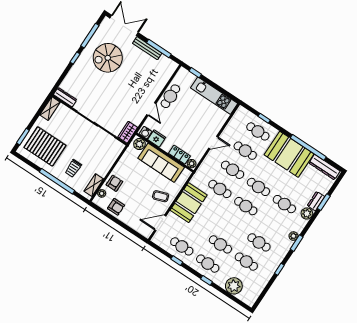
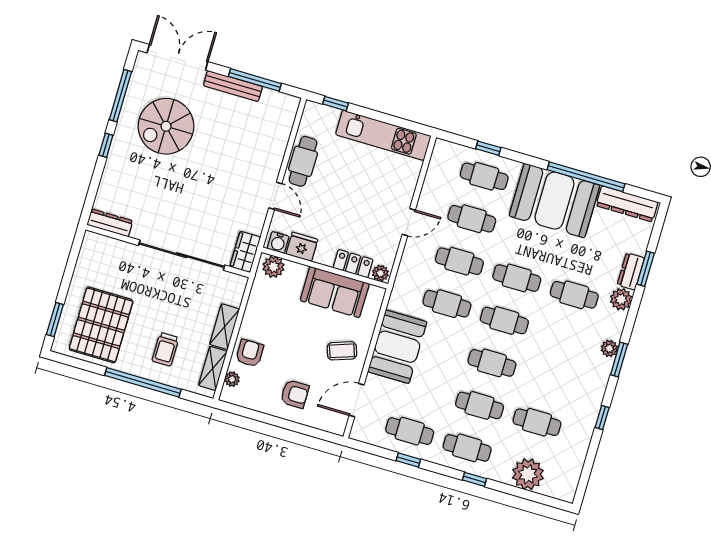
shelving: (50, 109) -> (225, 327), moved
pallet: (45, 146) -> (101, 325), turned 90
sofa: (161, 163) -> (335, 292), width x0.73
armchair: (116, 207) -> (295, 394), moved
cafe table: (259, 242) -> (492, 363), moved

